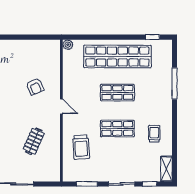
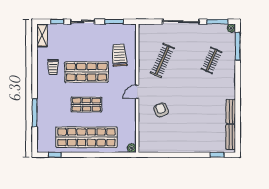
door: (61, 106) -> (137, 92), hinge flipped
shop shelf: (117, 129) -> (86, 72), width x1.43, depth x1.36
clothes rail: (34, 141) -> (162, 60), width x1.36

